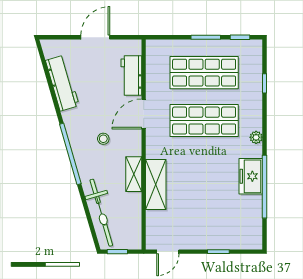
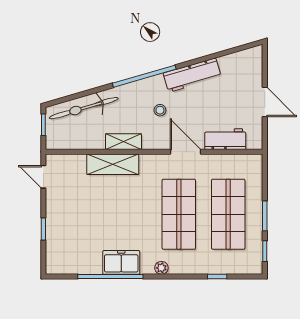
workbench: (62, 83) -> (192, 75), moved

